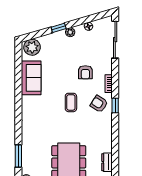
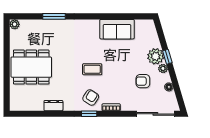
plant: (32, 47) -> (156, 56), moved
armchair: (85, 72) -> (143, 81), moved
window: (18, 156) -> (54, 16), moved
dresser: (107, 162) -> (53, 106), moved

